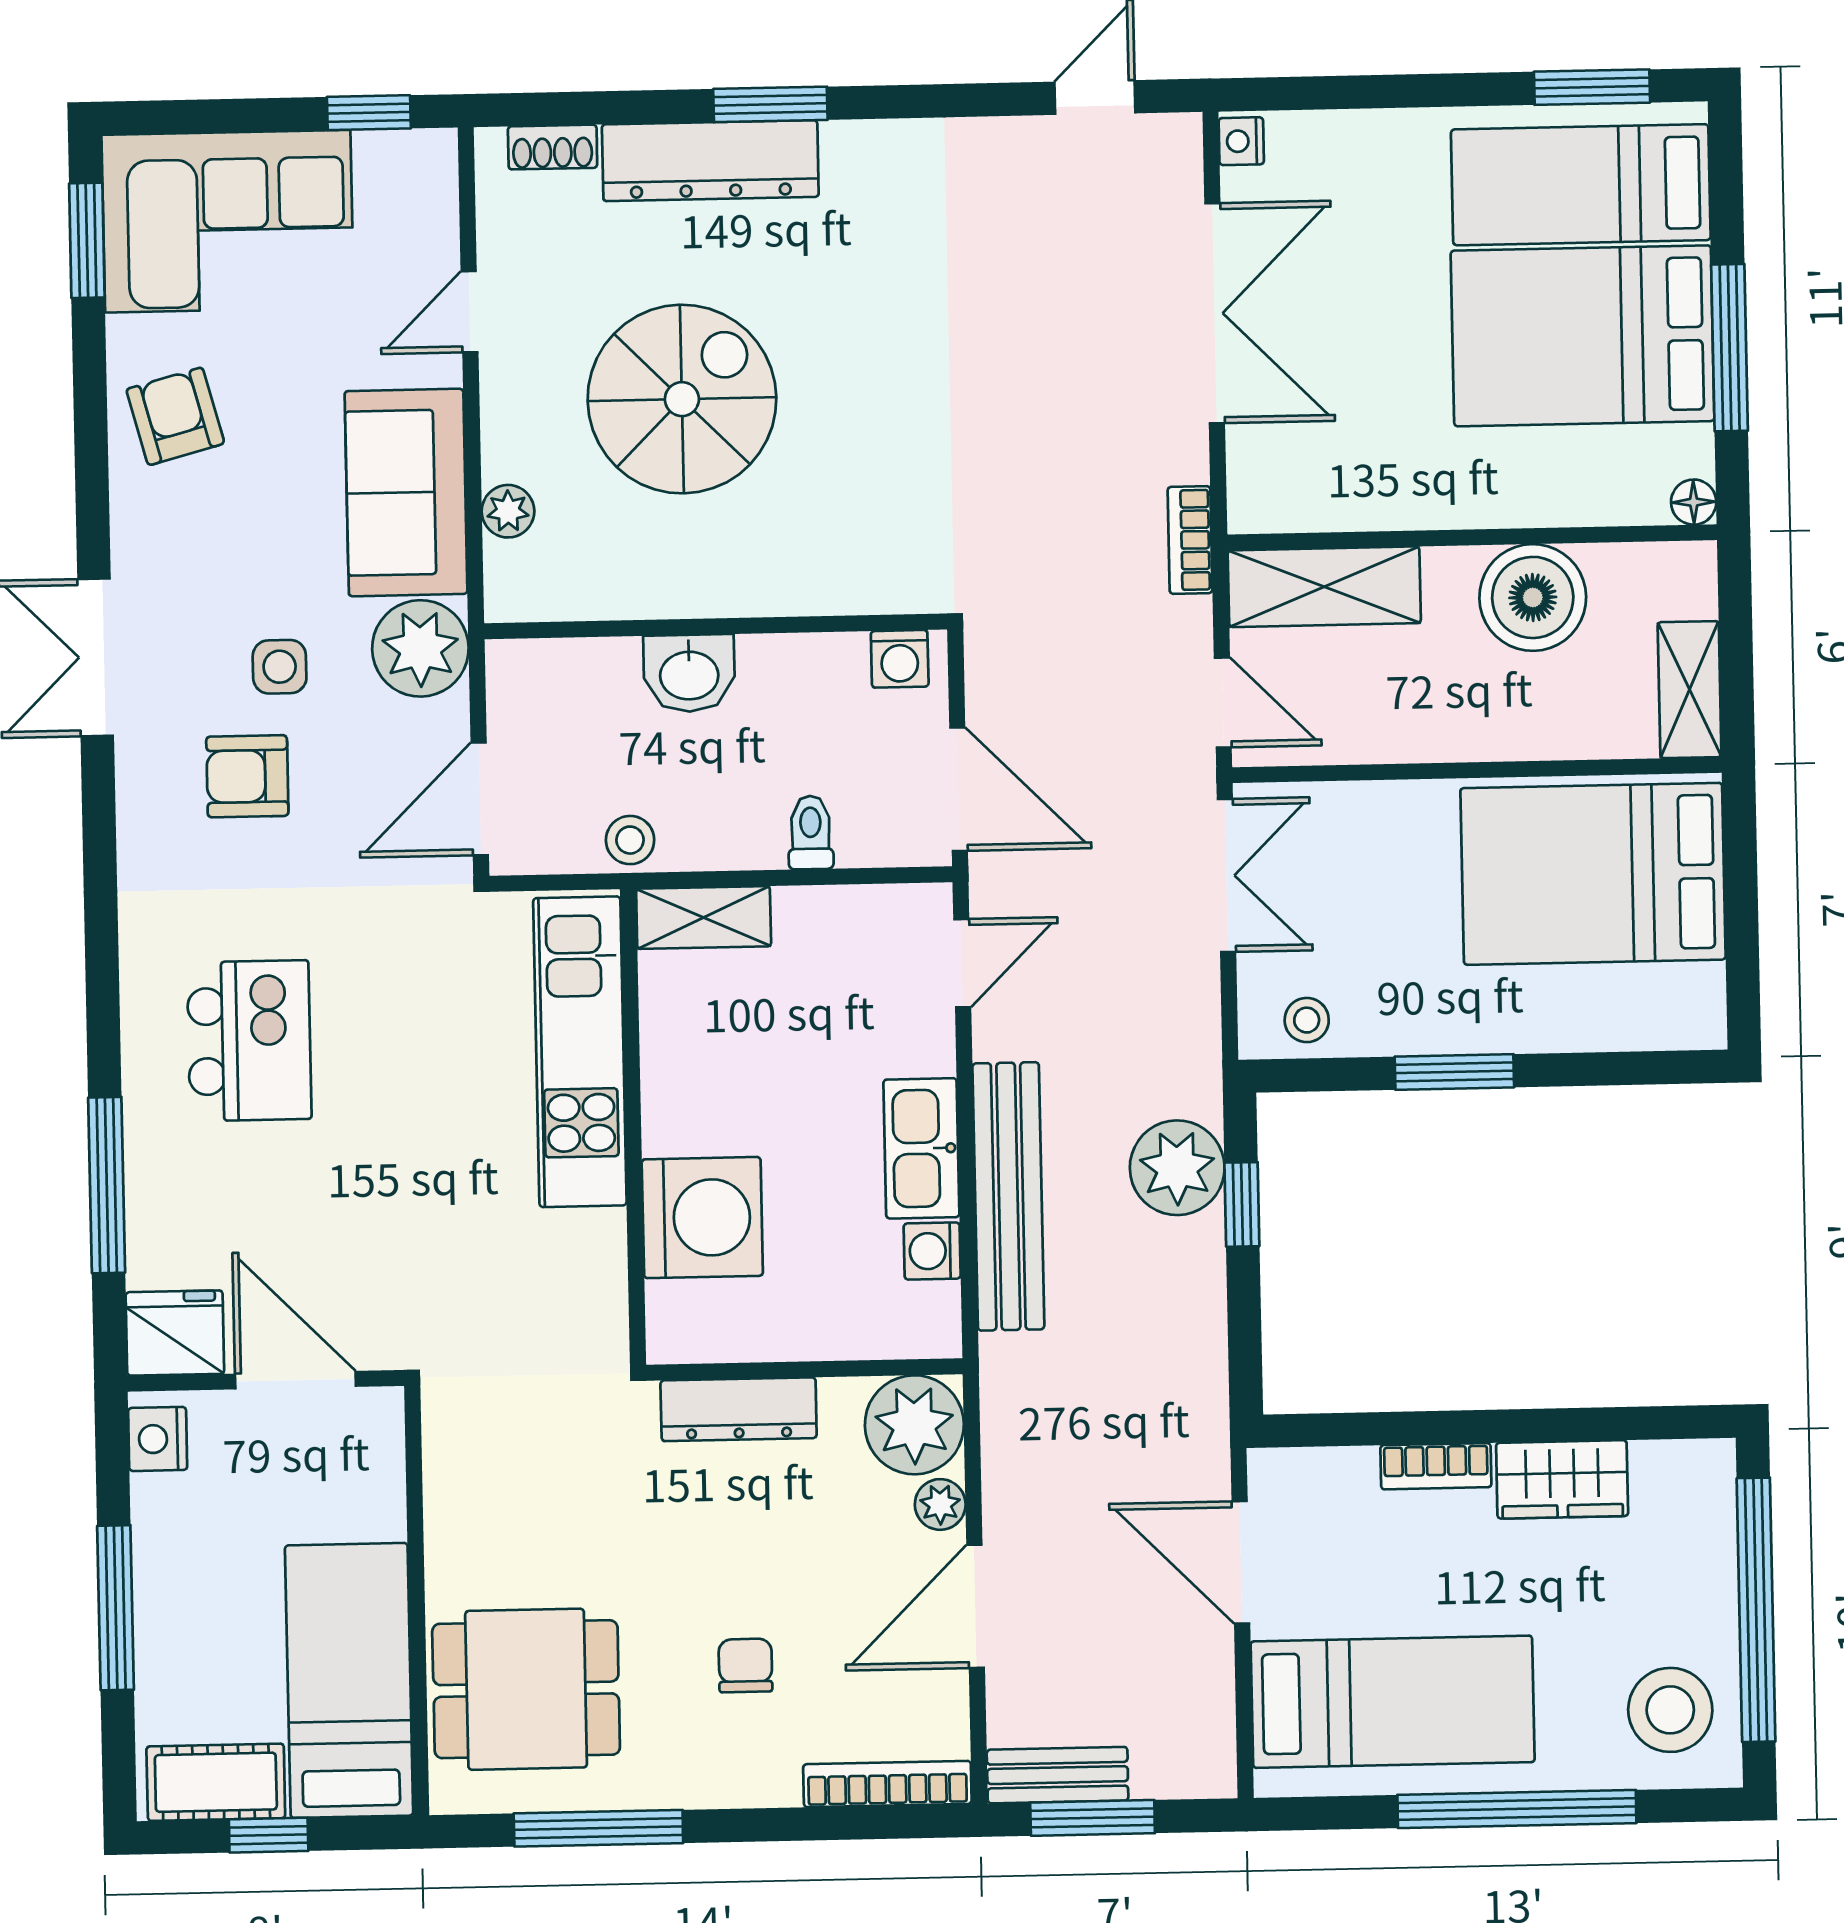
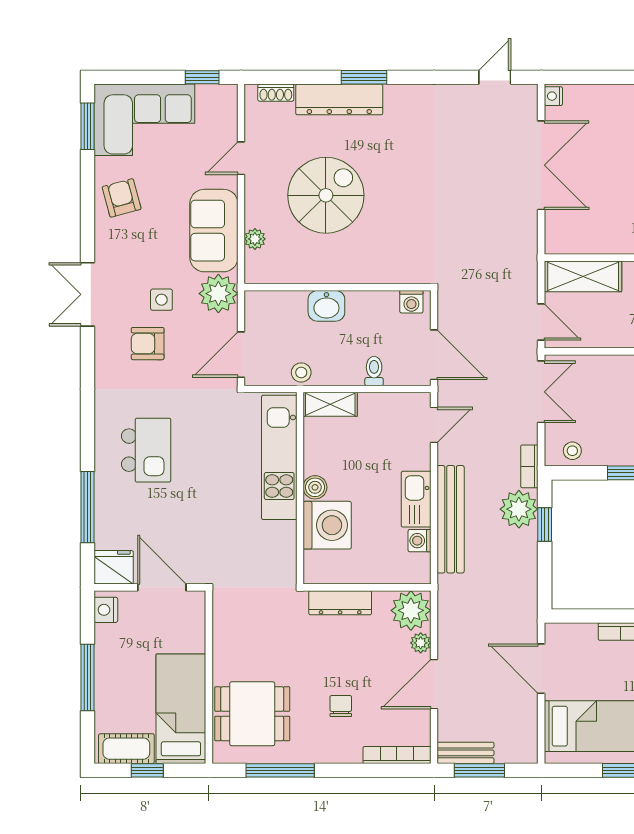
bookcase: (1190, 540) -> (529, 466), moved
boiler: (670, 1124) -> (315, 487), added

